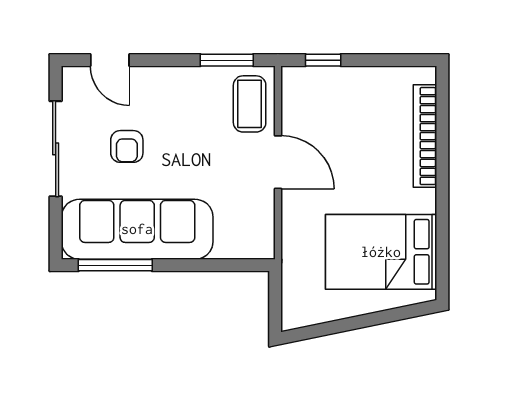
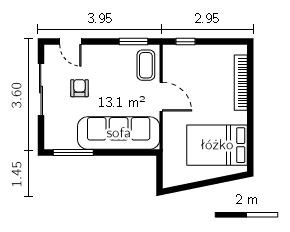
armchair: (127, 146) -> (79, 88), turned 180
sofa: (137, 229) -> (119, 133), moved

